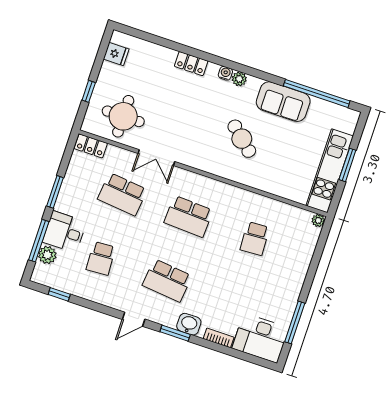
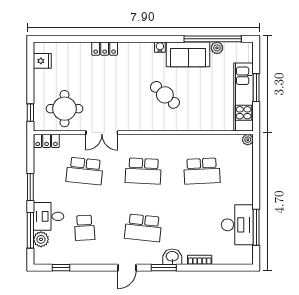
water cooler: (225, 73) -> (160, 47), moved
plant: (239, 79) -> (217, 48), moved
window: (89, 91) -> (30, 113), moved
school desk: (255, 239) -> (202, 171), width x1.85
desk: (260, 338) -> (237, 225), moved, turned -90

